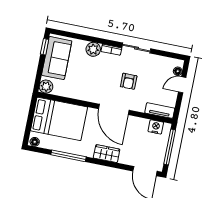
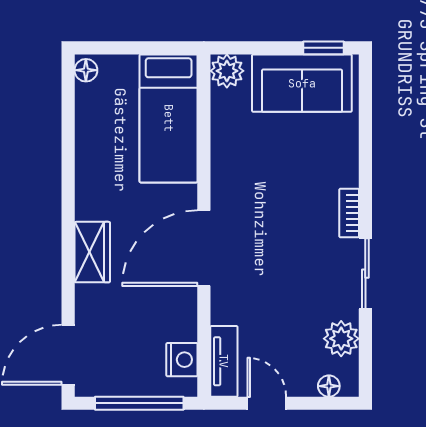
plant: (93, 49) -> (341, 339), moved
armchair: (129, 81) -> (280, 271), removed
door: (182, 85) -> (267, 403), moved
bed: (59, 119) -> (169, 118), width x0.67
window: (69, 156) -> (68, 160), removed

